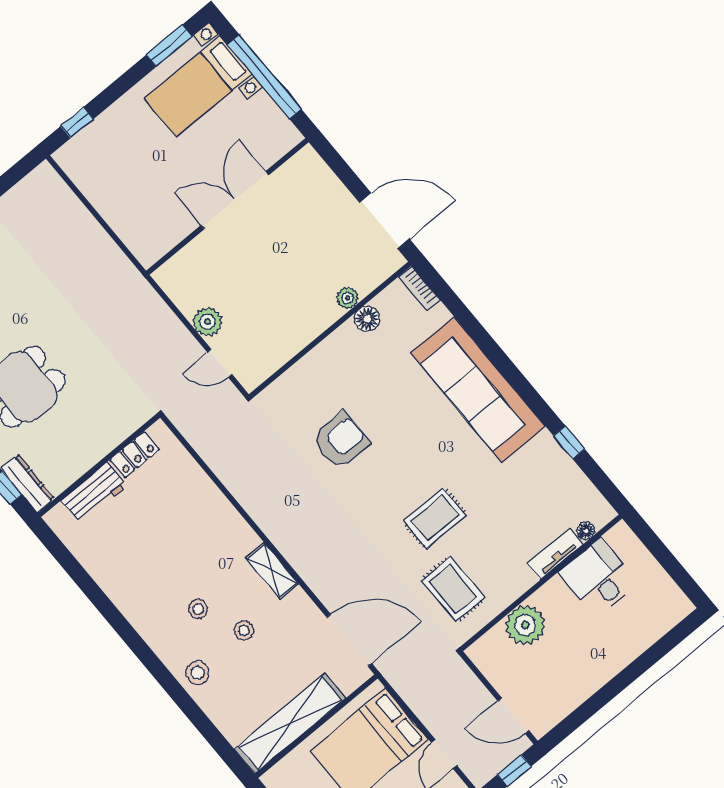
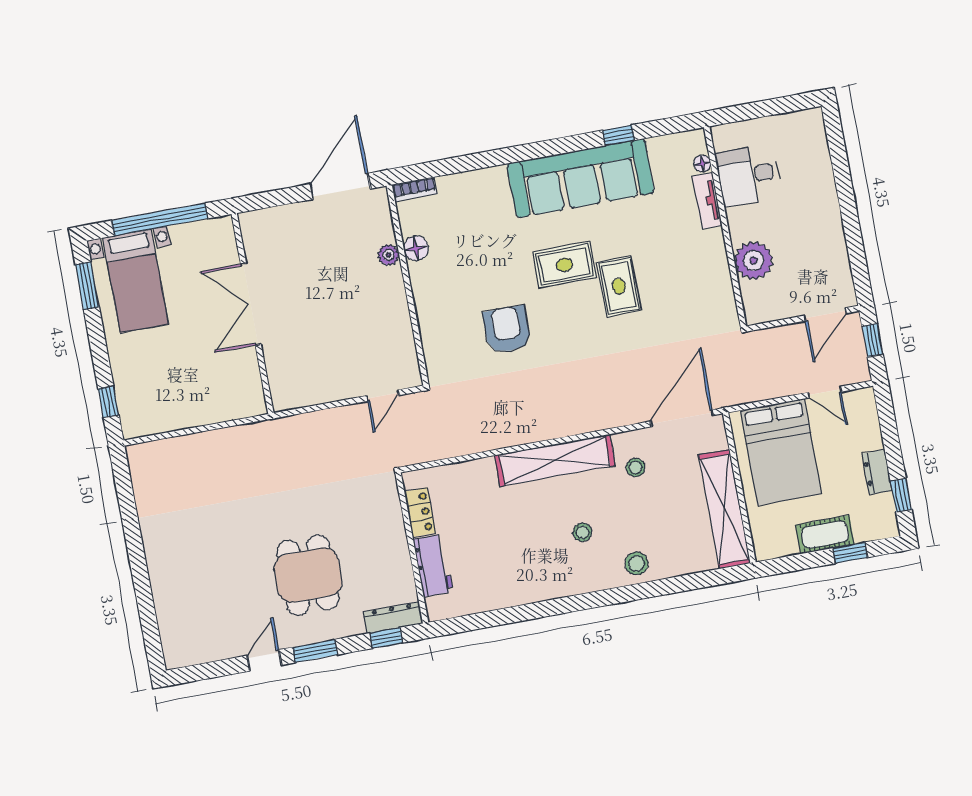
plant: (207, 322) -> (341, 386), removed
sofa: (478, 390) -> (581, 178), moved
shelving: (272, 571) -> (555, 460), width x2.20, depth x1.33
rug: (453, 589) -> (564, 265), moved
stool: (244, 630) -> (636, 467), moved

